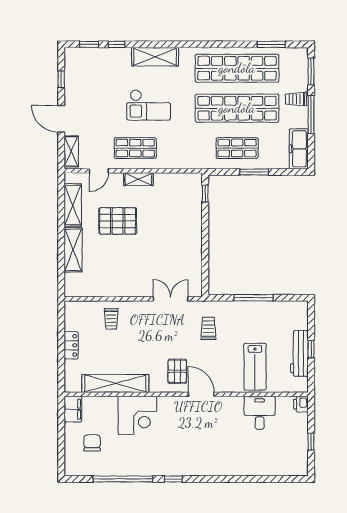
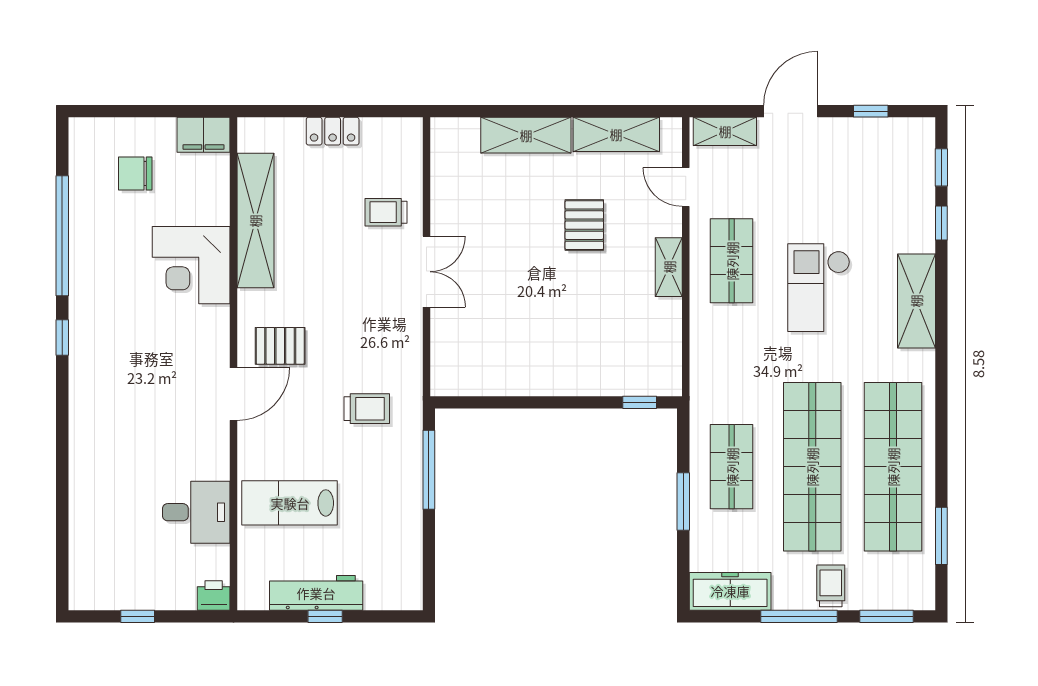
pallet: (118, 221) -> (584, 225), width x0.67, depth x0.71
window: (254, 298) -> (429, 470), moved
double door: (171, 299) -> (426, 272), moved
chair: (92, 443) -> (135, 174), turned 180

